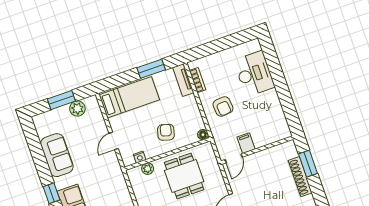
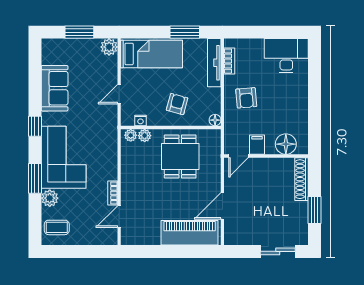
desk: (254, 74) -> (286, 56), moved, turned -90
tv unit: (183, 80) -> (214, 63), width x1.41
plant: (77, 109) -> (109, 47), moved
floor lamp: (270, 134) -> (286, 144), added
window: (308, 164) -> (315, 210), moved
plant: (136, 173) -> (131, 135), added
shoe rack: (300, 177) -> (302, 179), moved

